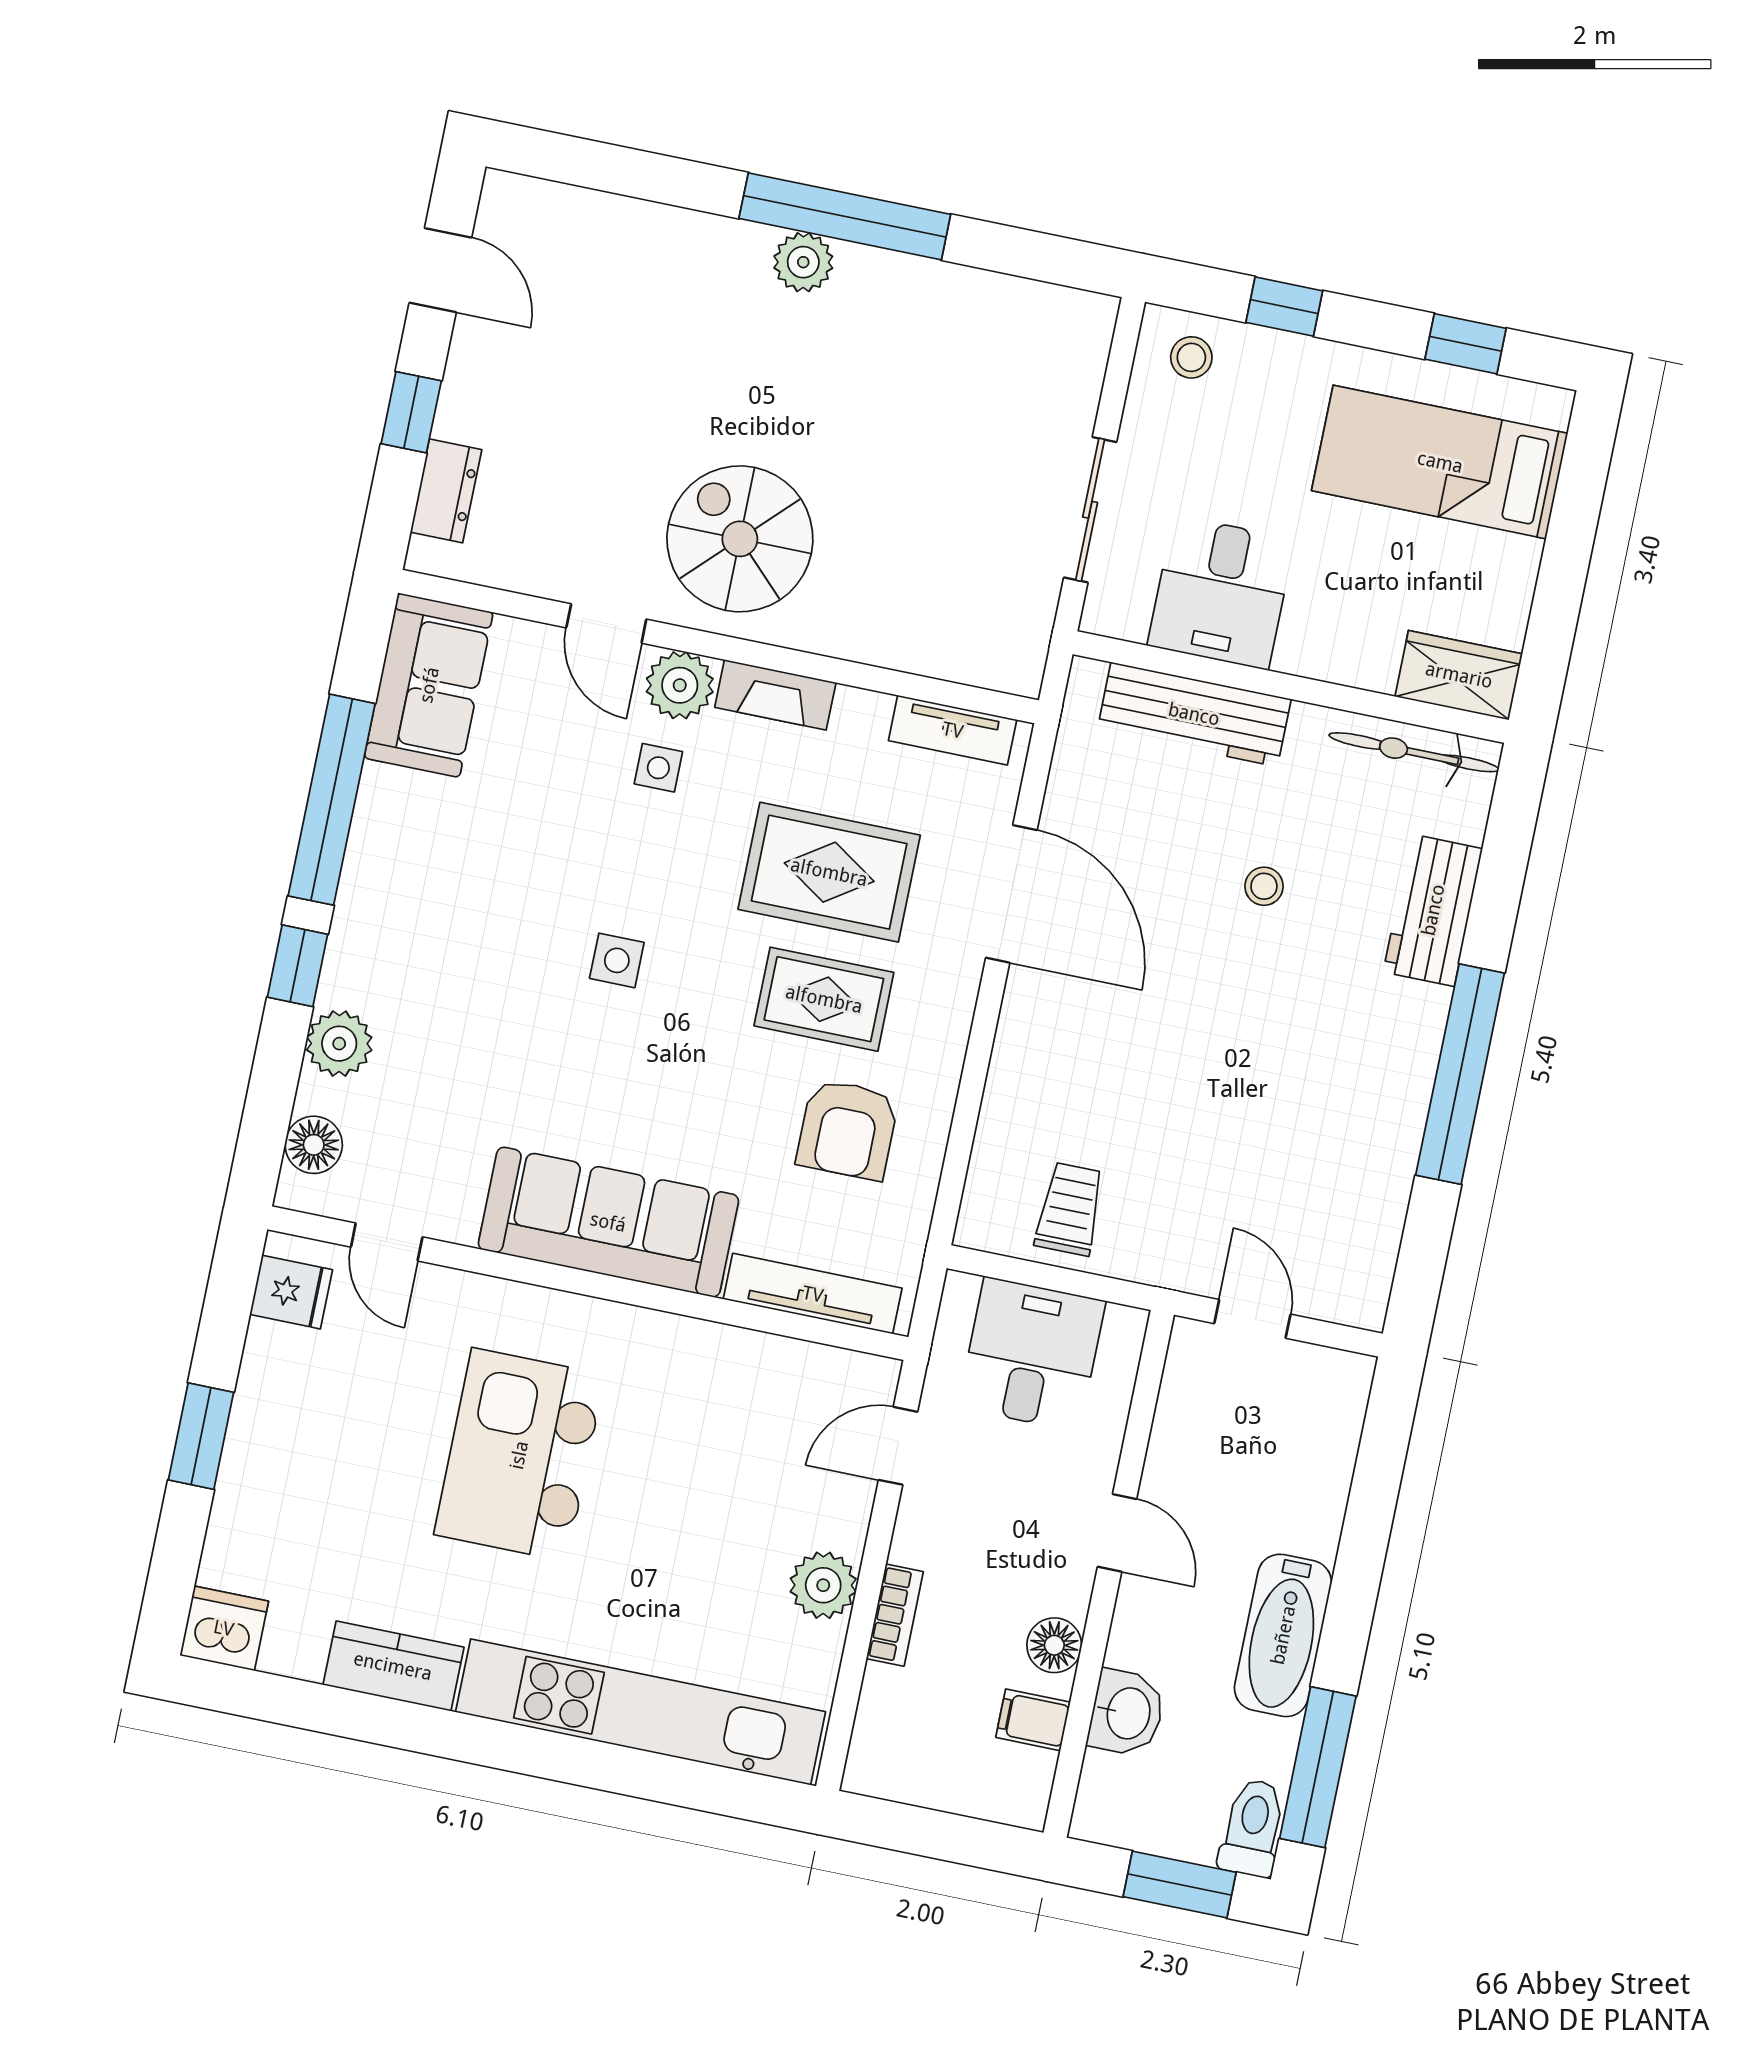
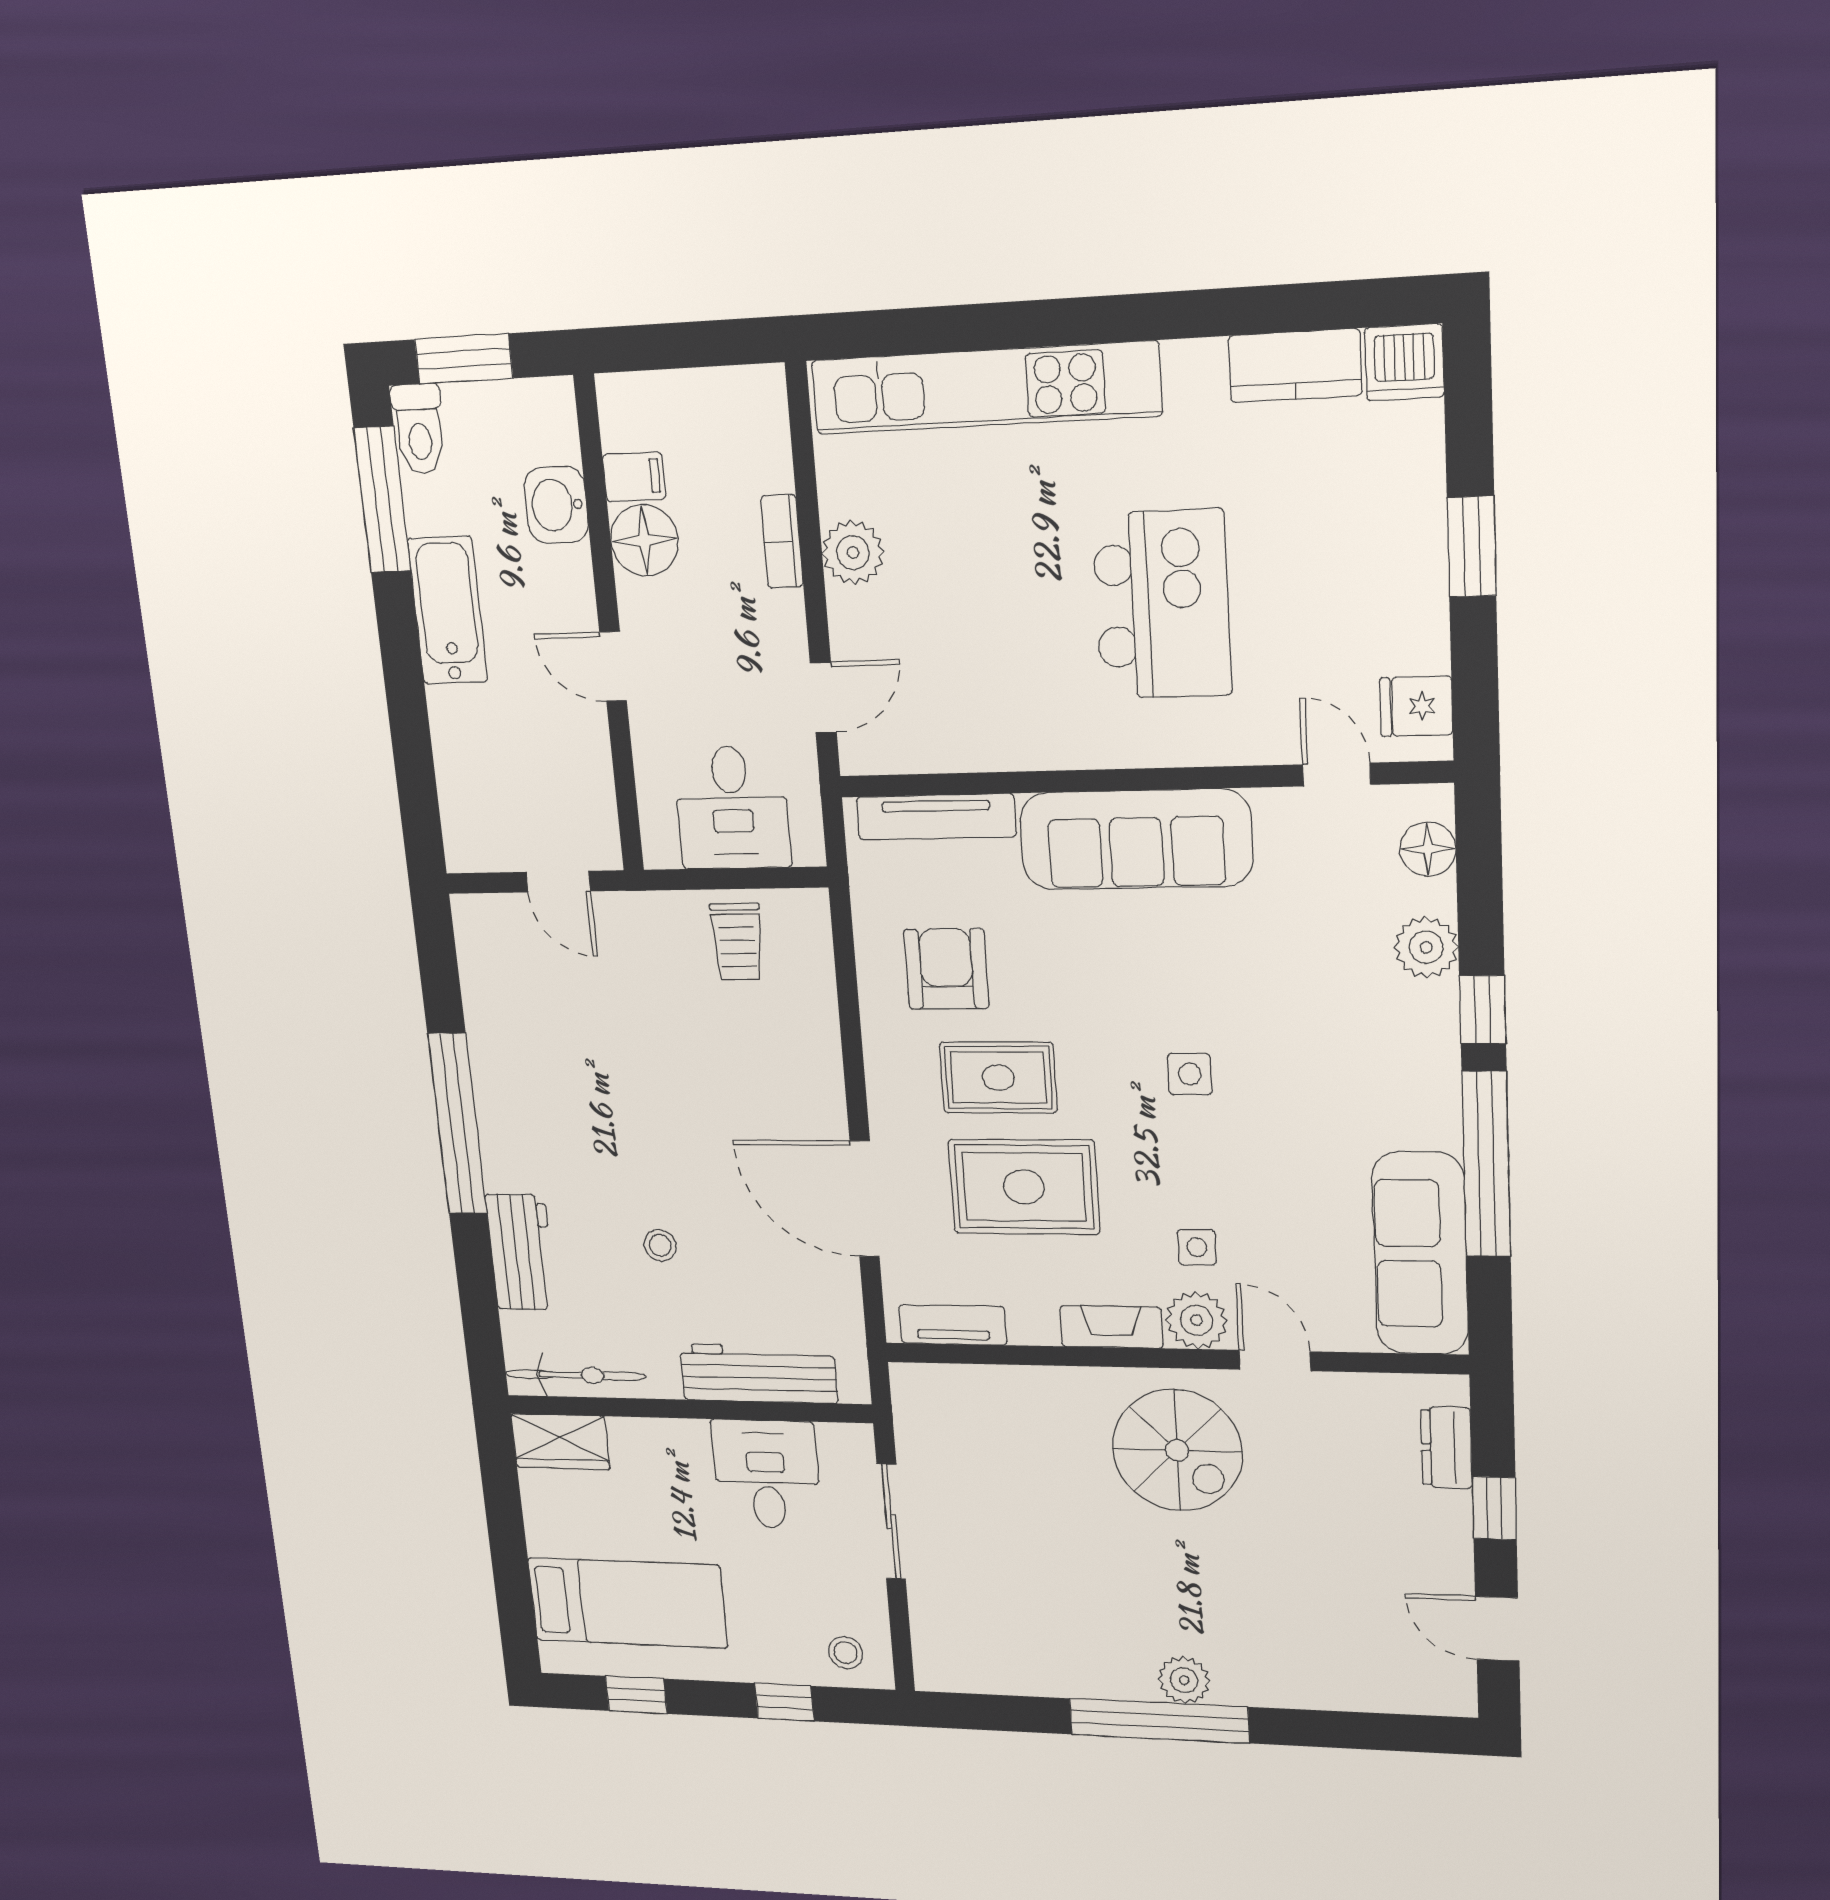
sofa: (429, 685) -> (1420, 1254), width x1.36
floor lamp: (1054, 1645) -> (644, 540), width x1.38, depth x1.38
kitchen counter: (393, 1666) -> (1295, 366), moved

